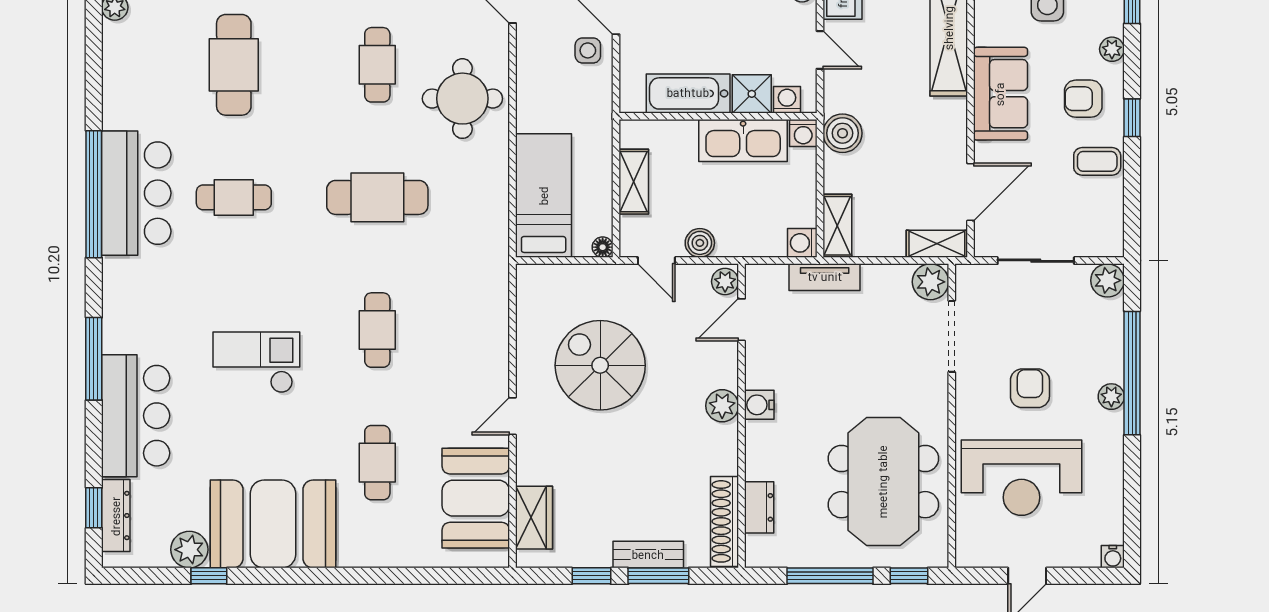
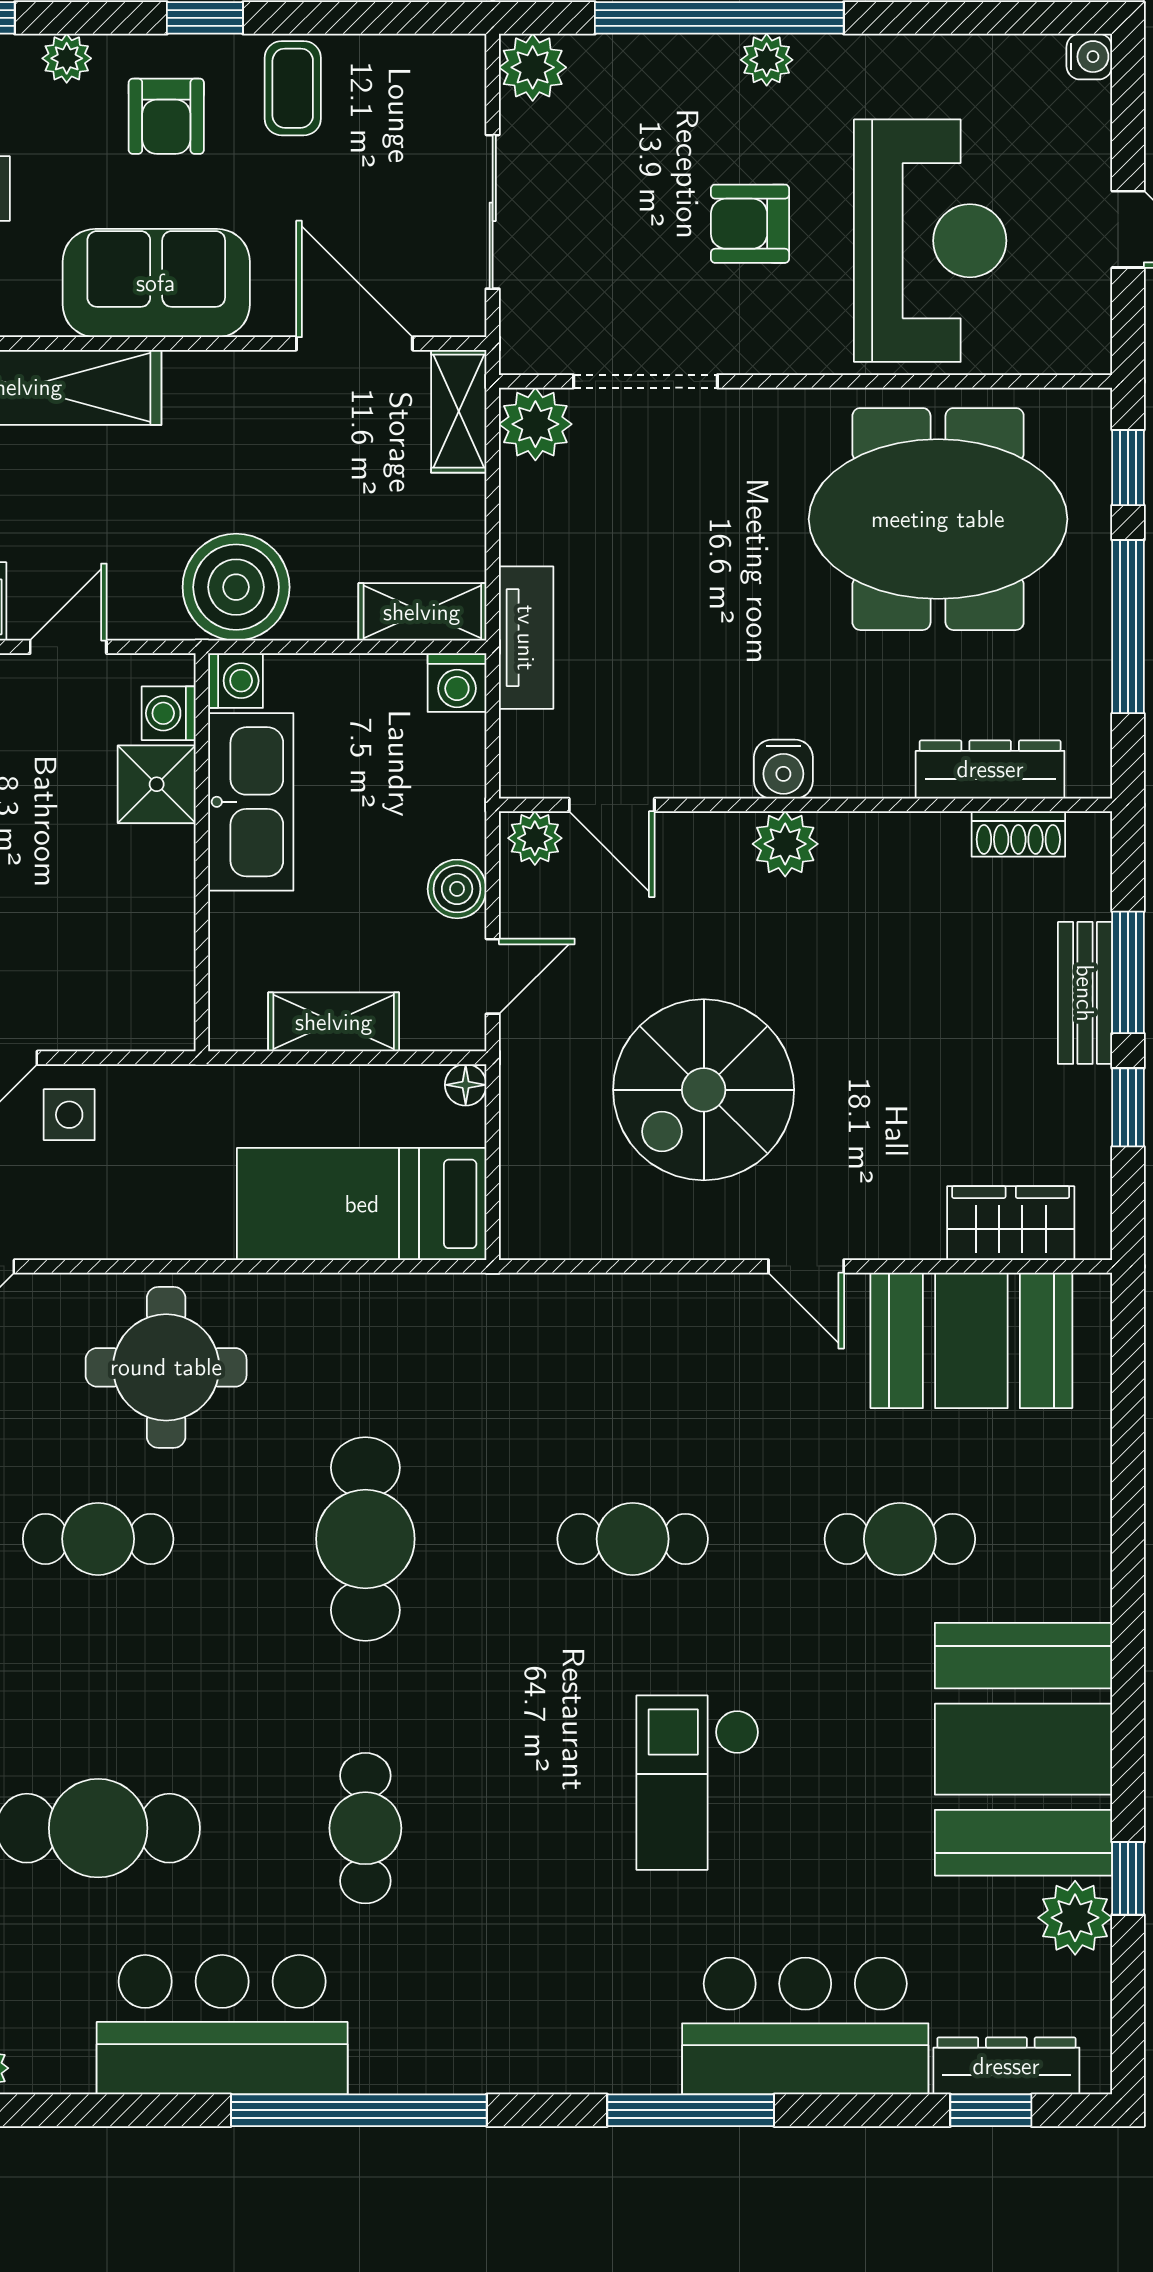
bathtub: (688, 93) -> (156, 912), removed
boiler: (842, 133) -> (236, 587), width x1.37, depth x1.37
bar counter: (136, 193) -> (222, 2025), moved
dresser: (759, 507) -> (990, 769), width x1.44
shoe rack: (724, 521) -> (1018, 834), width x0.51, depth x0.81

